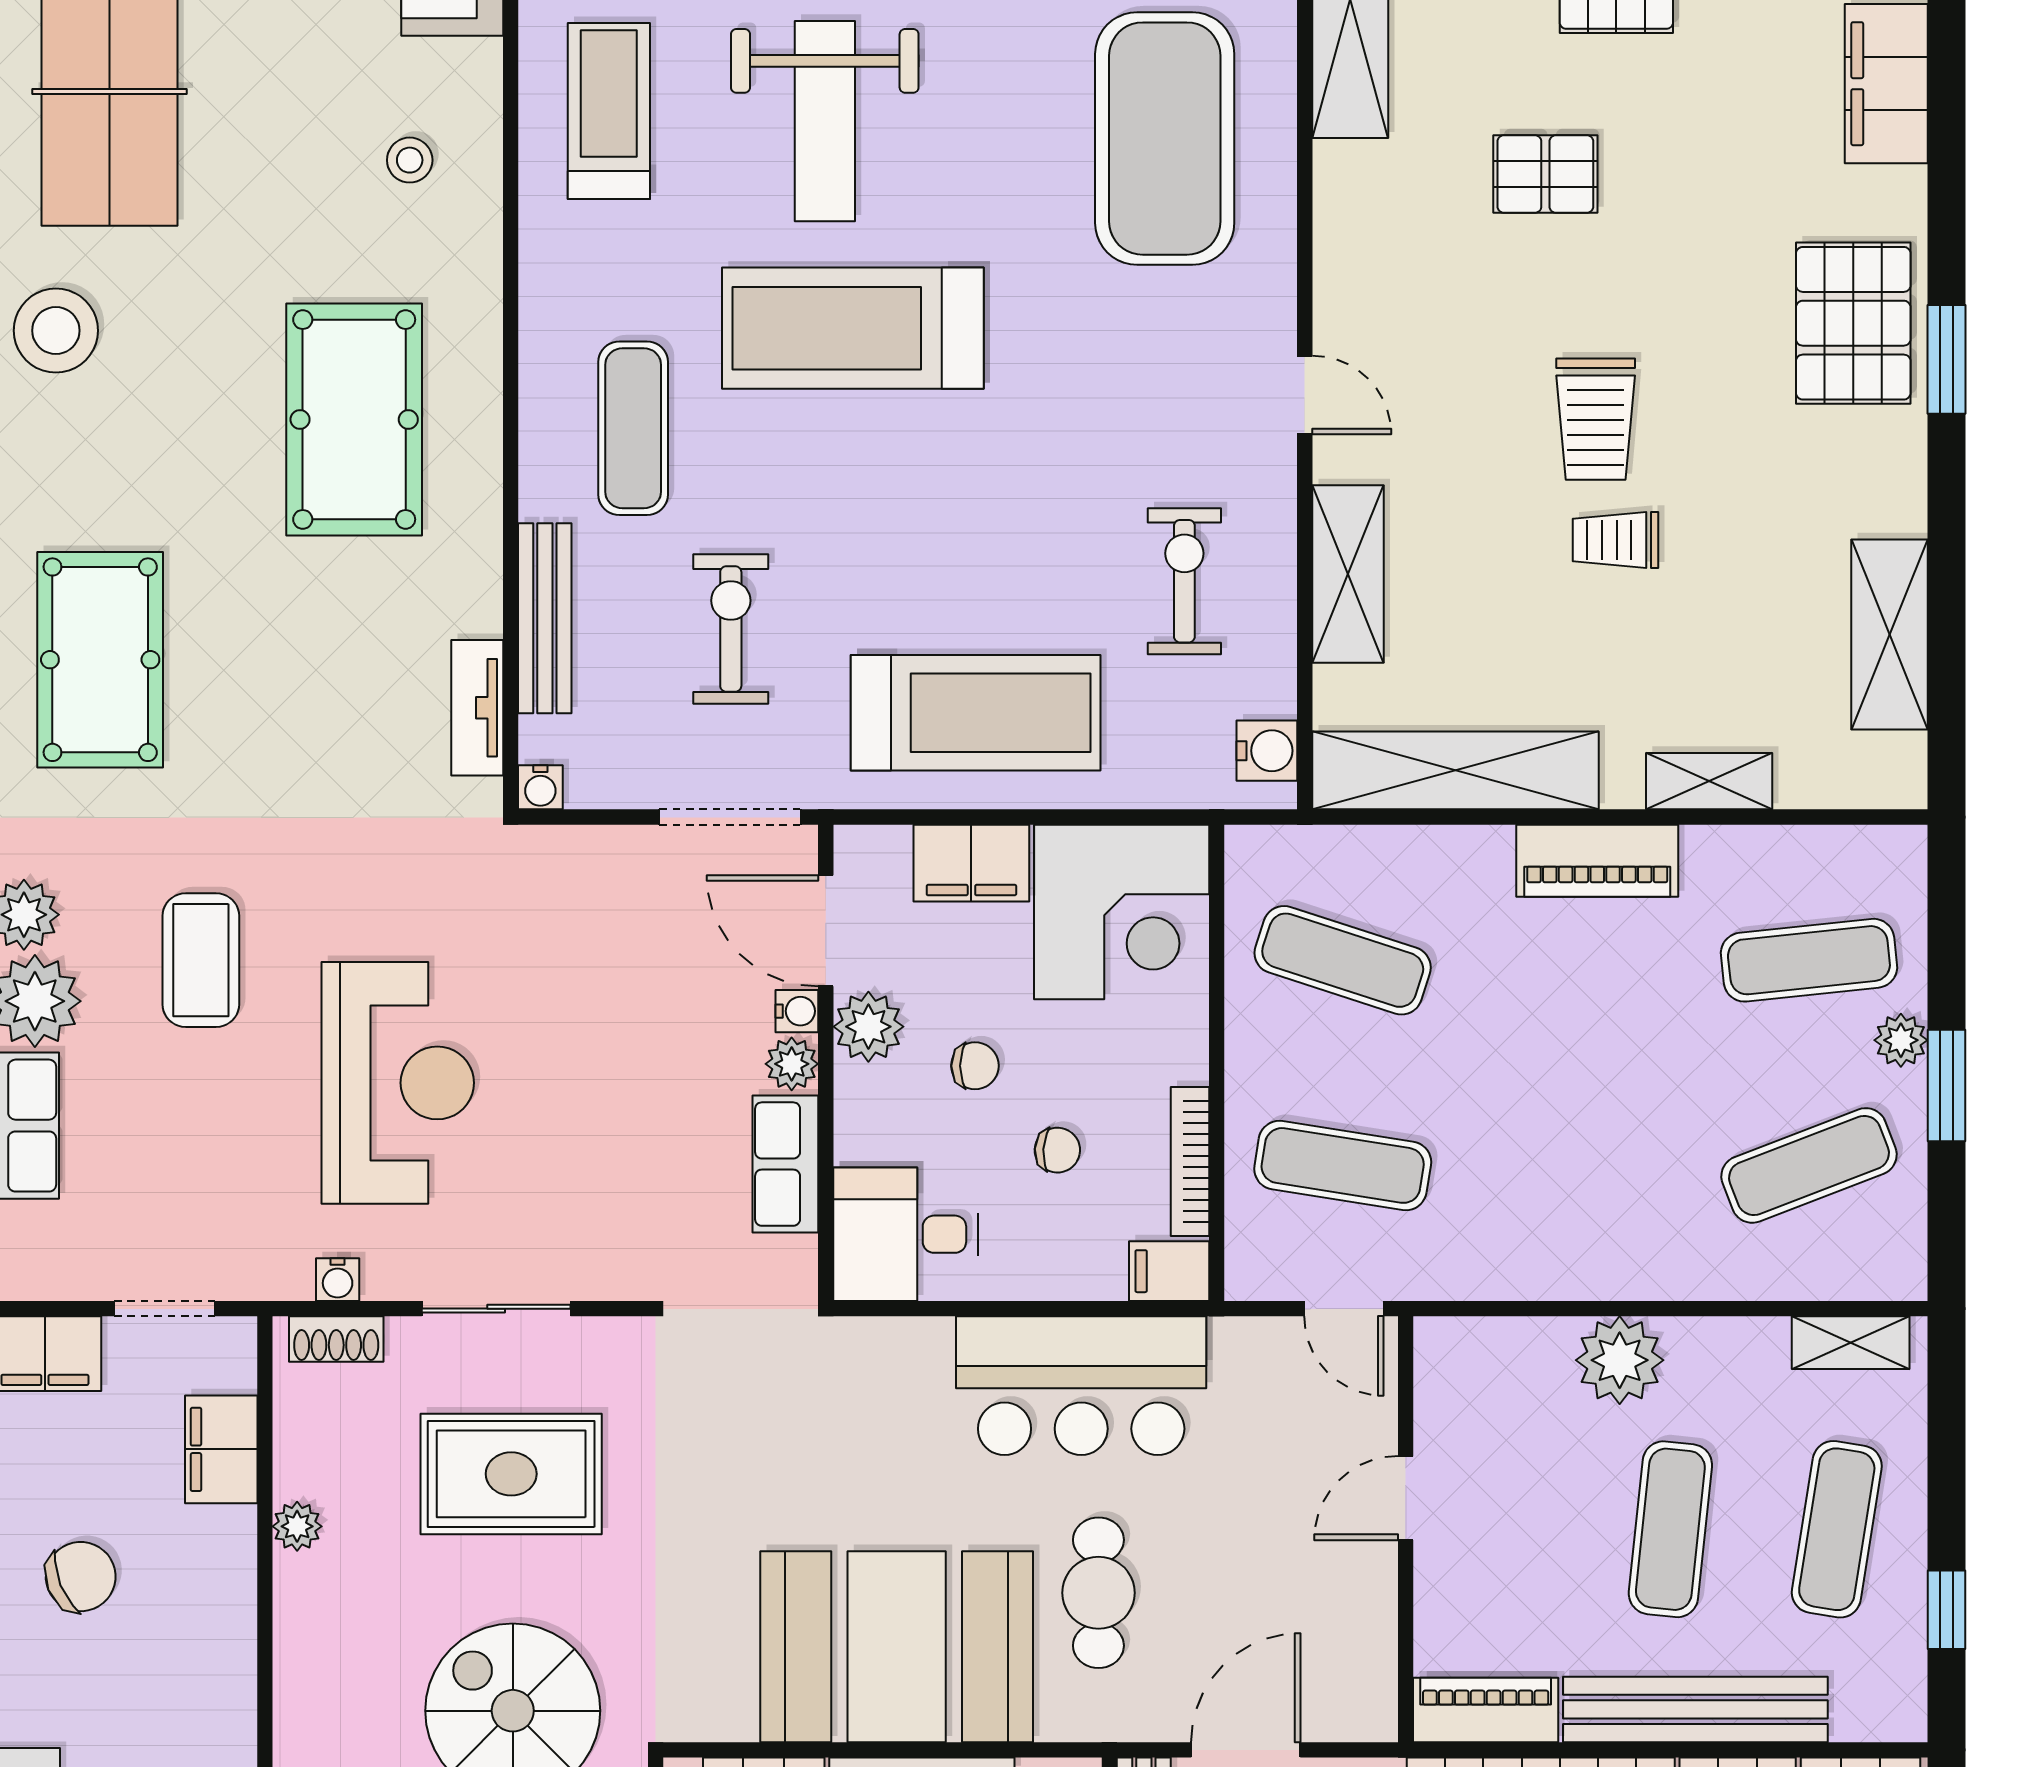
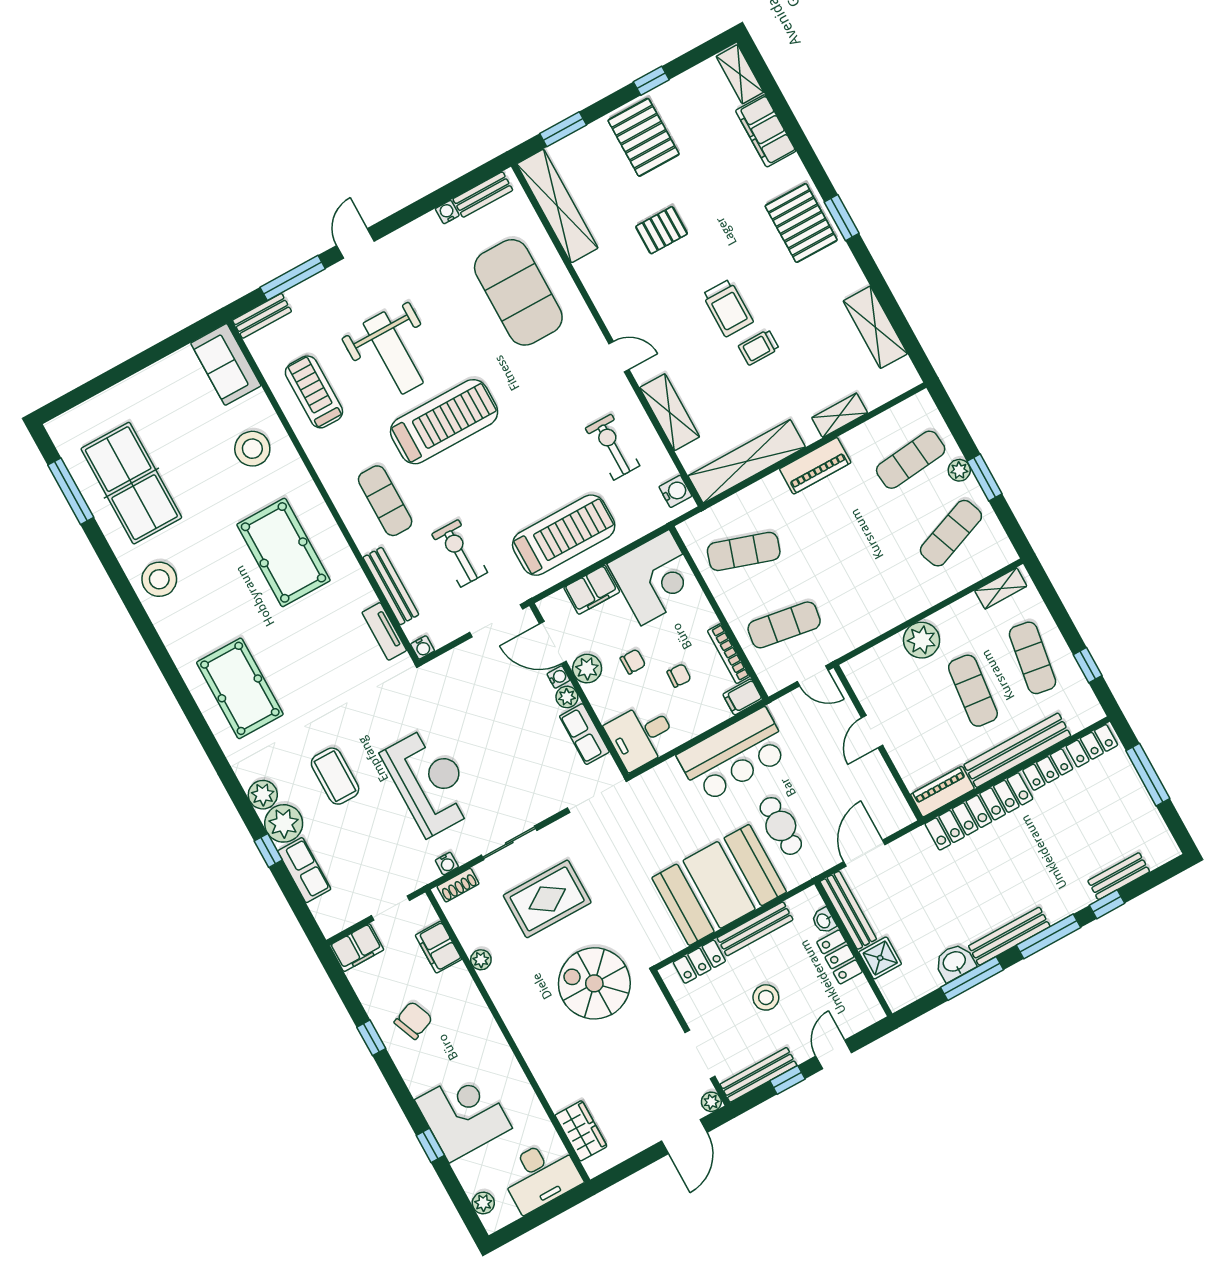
stool: (410, 160) -> (252, 449), width x1.89, depth x1.89
treadmill: (853, 328) -> (444, 422), turned 180

